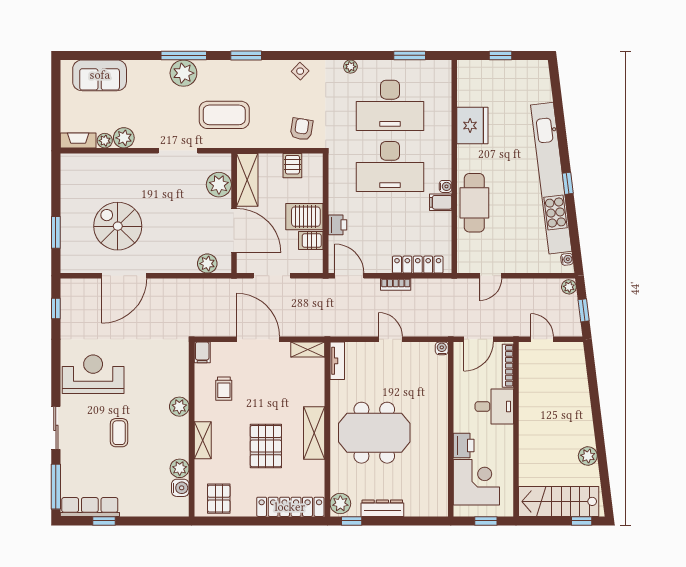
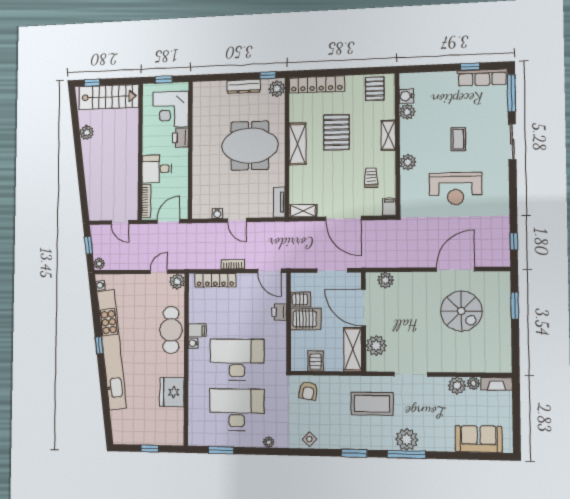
plant: (467, 263) -> (177, 282), added
water cooler: (442, 348) -> (217, 213), moved
reception desk: (93, 374) -> (456, 189), moved

